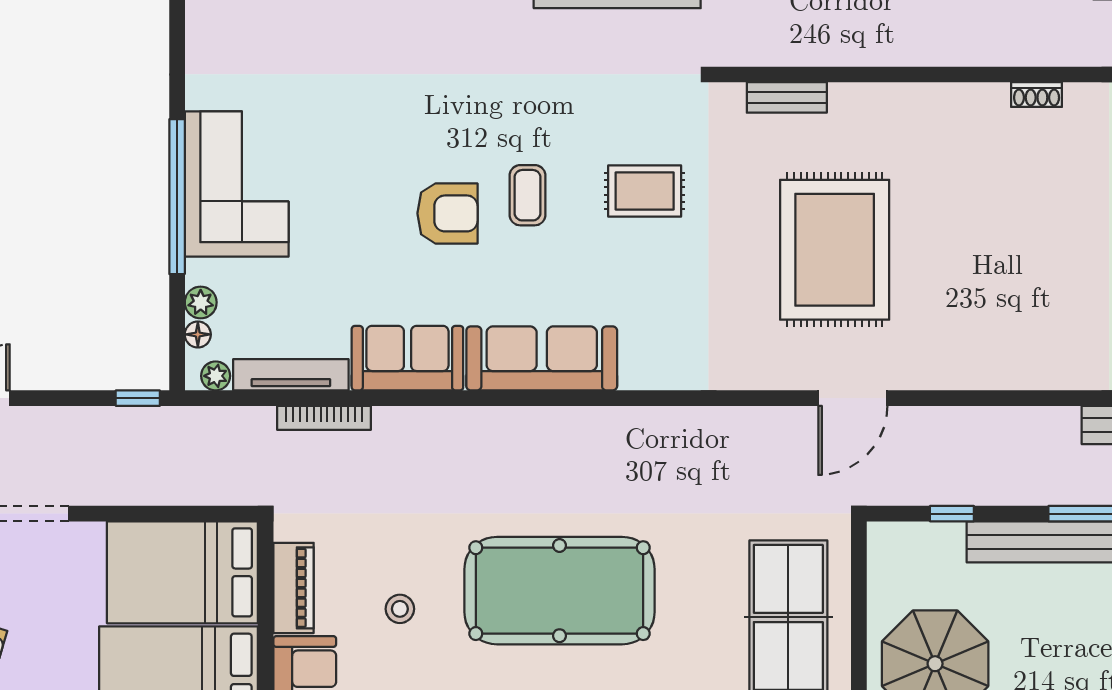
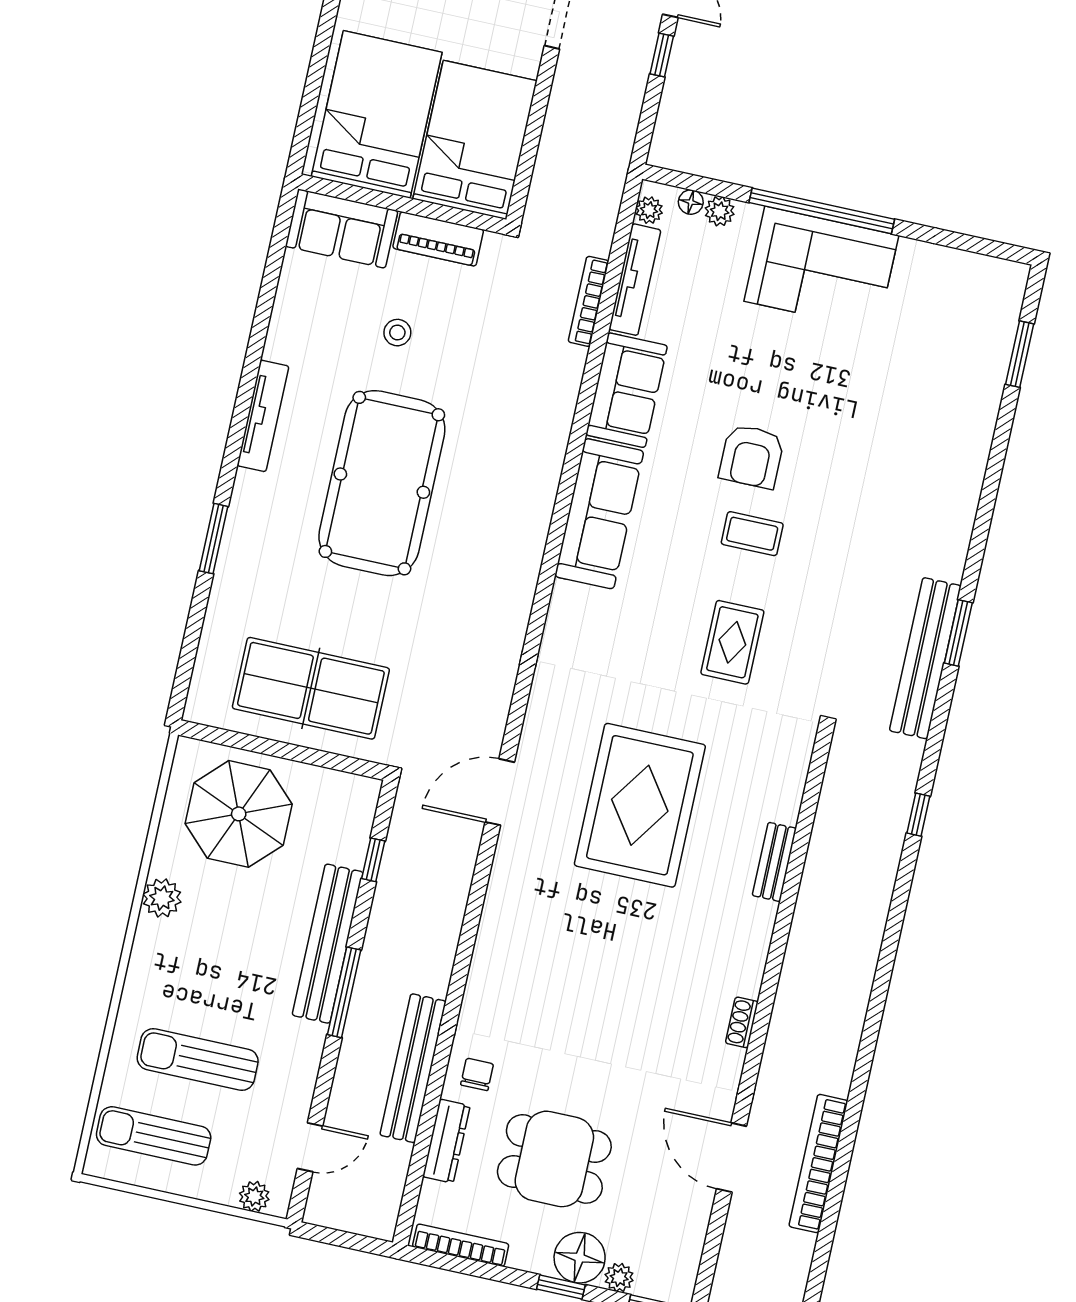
bench: (787, 97) -> (774, 862), moved
rug: (835, 250) -> (640, 805), turned 90
window: (138, 398) -> (662, 55), moved
door: (853, 398) -> (500, 792), hinge flipped

